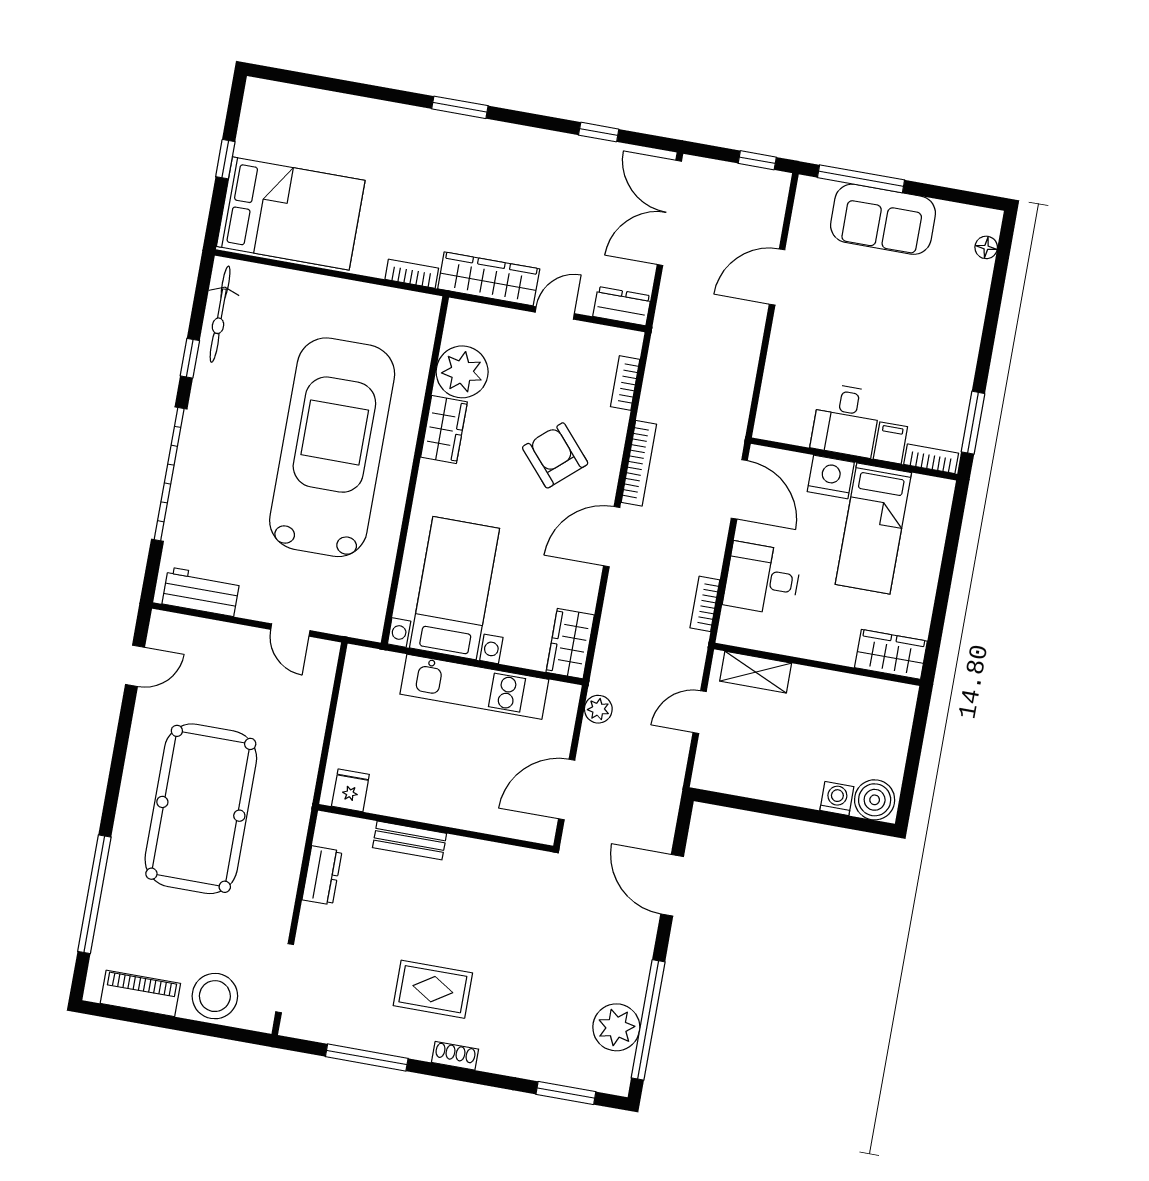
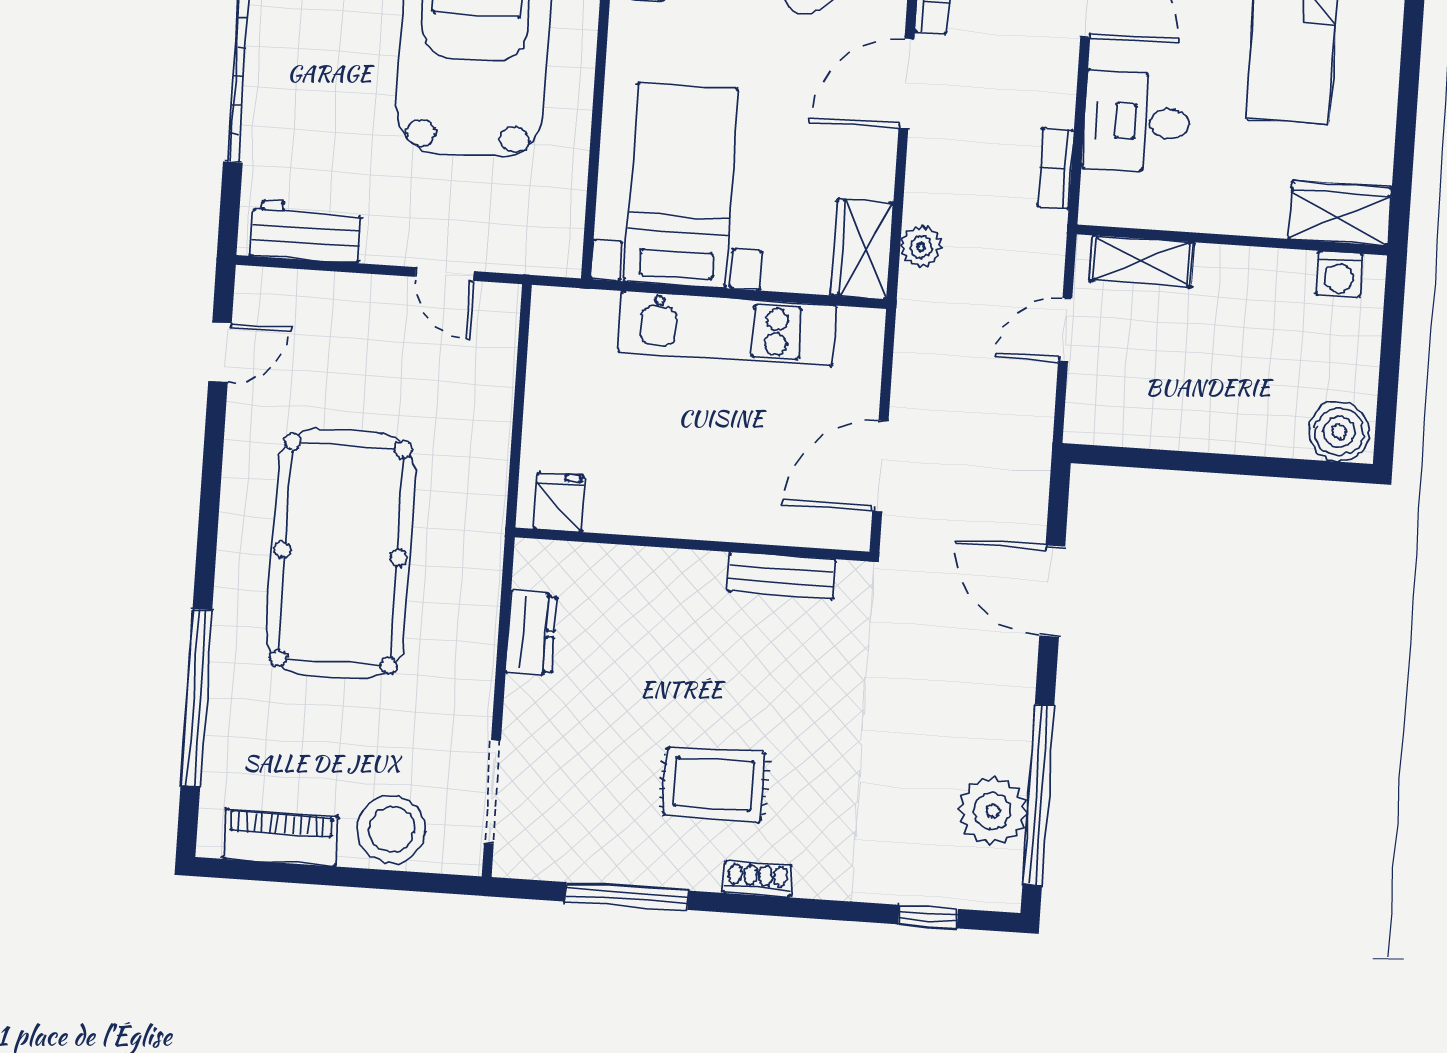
plant: (598, 709) -> (921, 247), moved
washing machine: (837, 799) -> (1339, 274), moved, turned 180
bench: (410, 840) -> (782, 576), moved
window: (566, 1093) -> (928, 917), width x0.67

